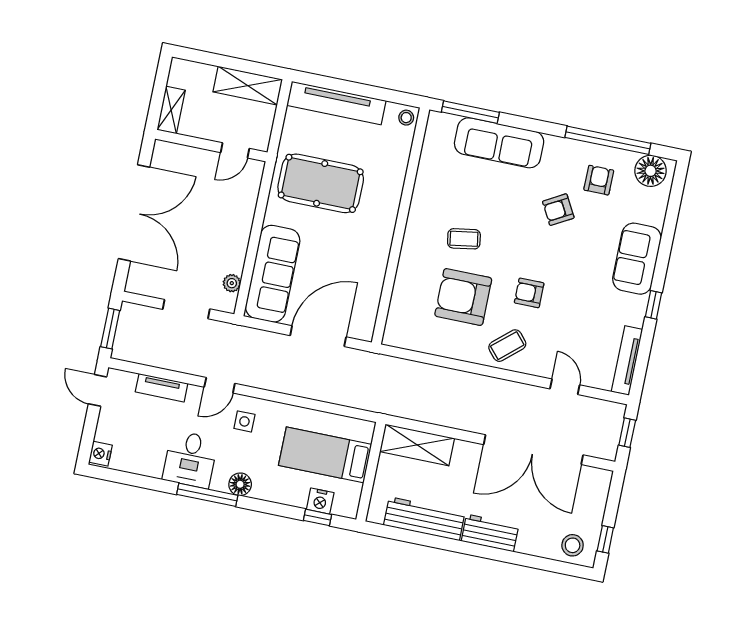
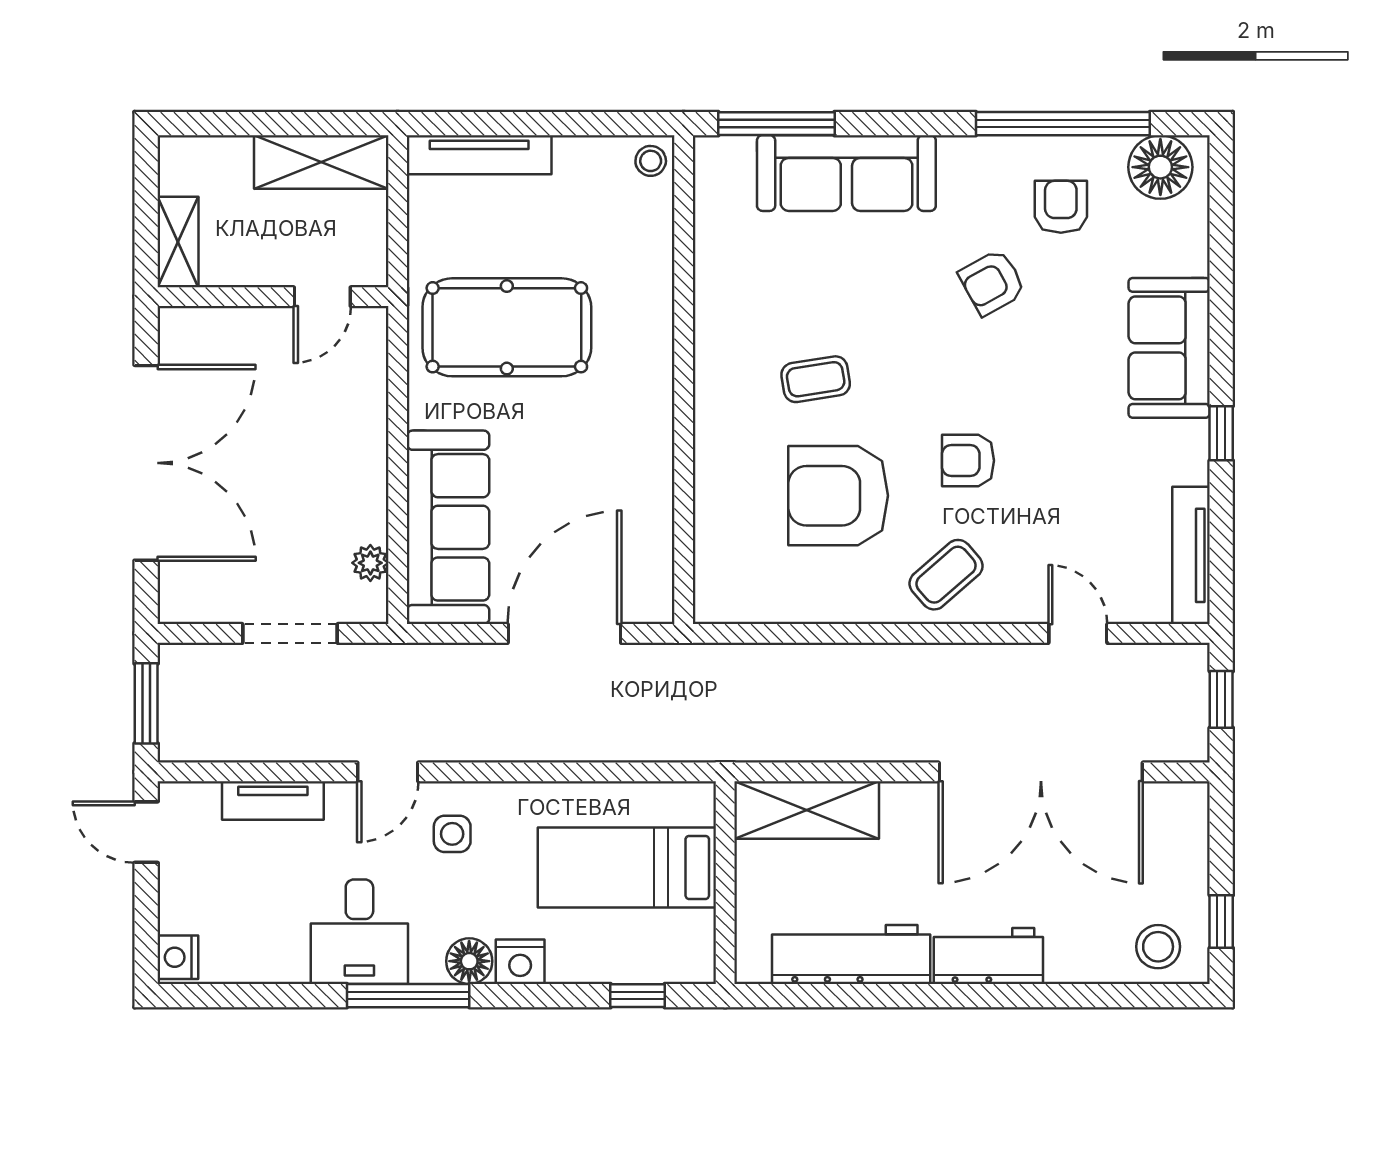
tv unit: (336, 103) -> (479, 155), width x0.73, depth x0.78
nightstand: (320, 501) -> (520, 962), moved

